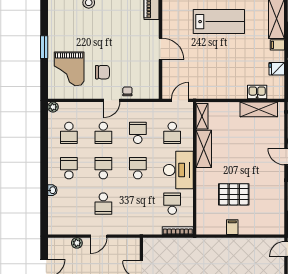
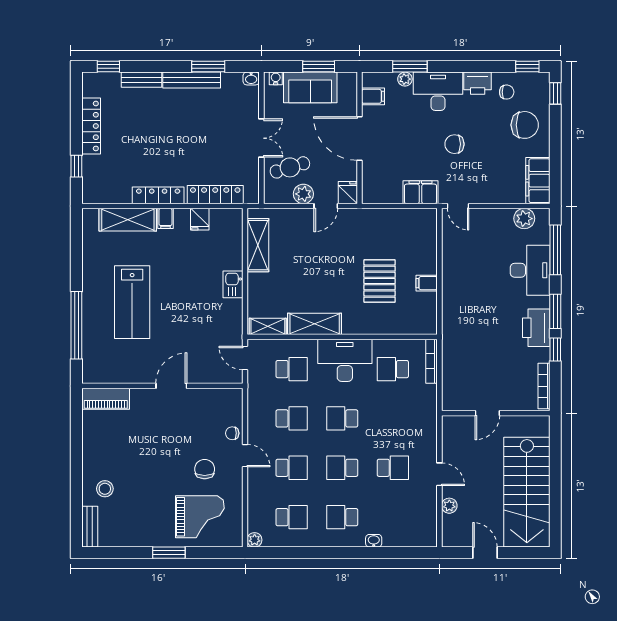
lab bench: (219, 22) -> (132, 302), turned 180
kitchen sink: (257, 92) -> (233, 284), moved
school desk: (138, 133) -> (292, 418), turned 180

